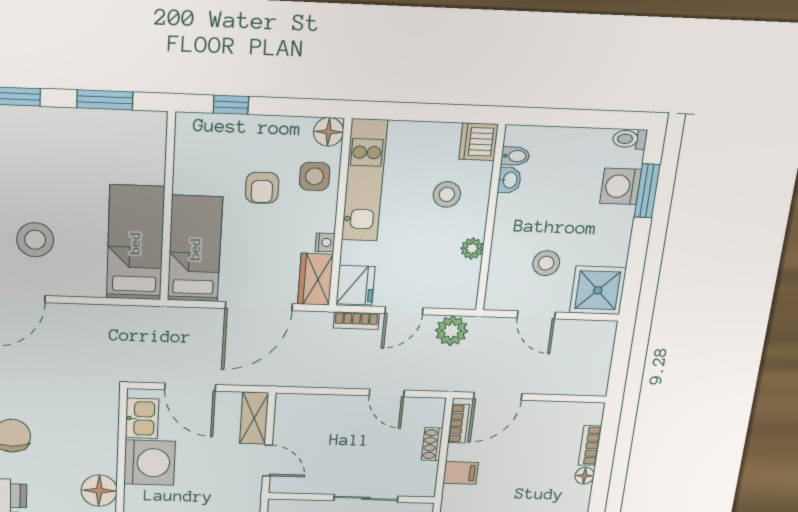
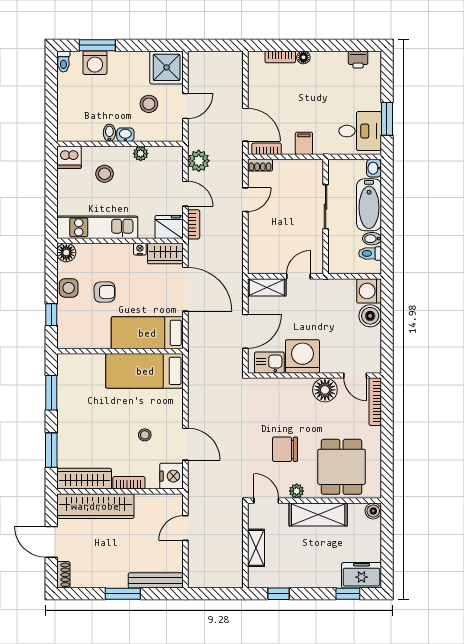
bidet: (515, 156) -> (109, 133), moved
side table: (315, 176) -> (69, 288), moved
washbasin: (509, 180) -> (125, 135), moved
stool: (35, 240) -> (145, 435), width x0.53, depth x0.53
shoe rack: (432, 444) -> (260, 165), moved

